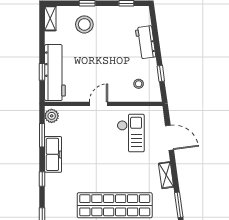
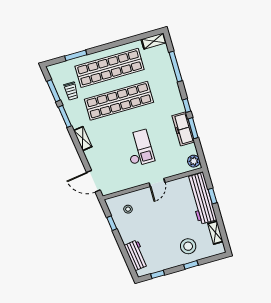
shelving: (50, 18) -> (215, 233), moved
workbench: (145, 42) -> (136, 255), moved
checkout: (131, 133) -> (139, 148), moved, turned 180
window: (42, 135) -> (193, 128), moved
door: (170, 138) -> (93, 181), moved

